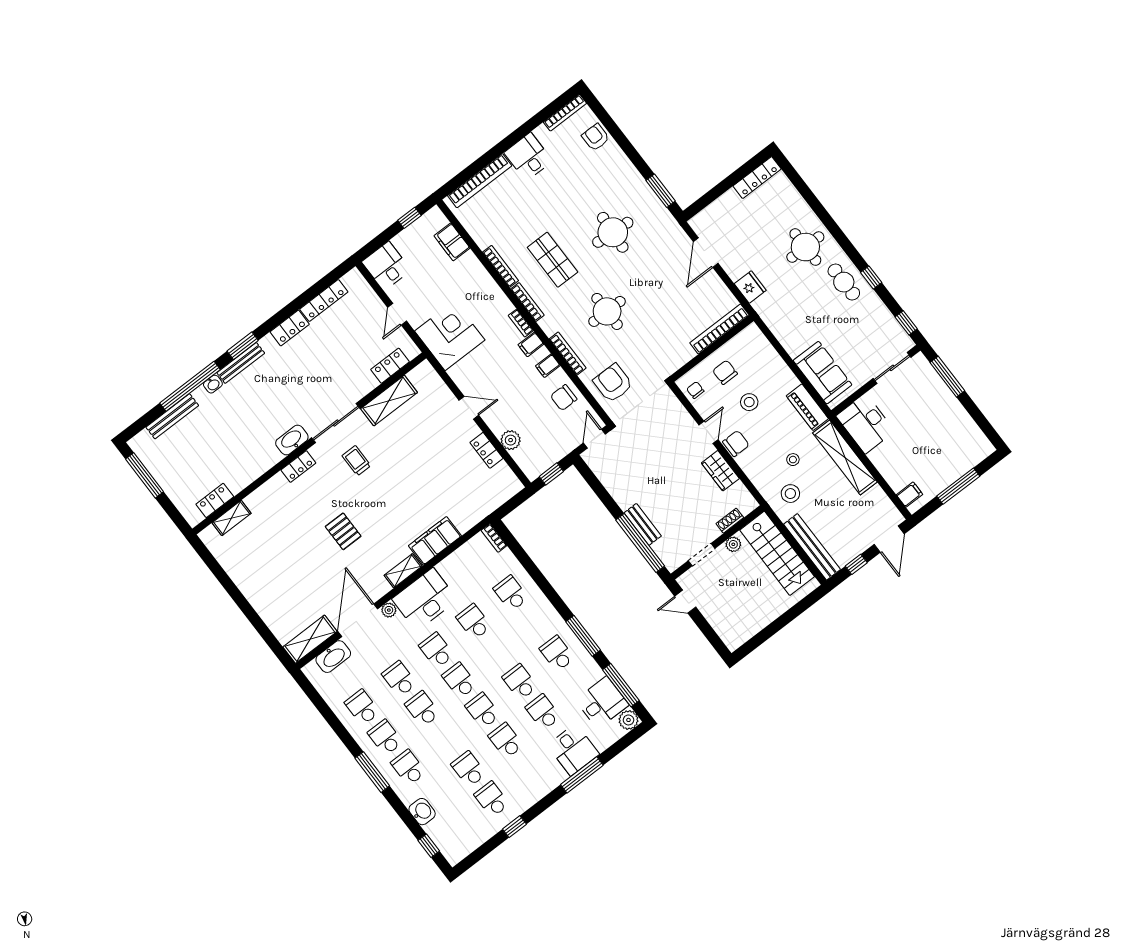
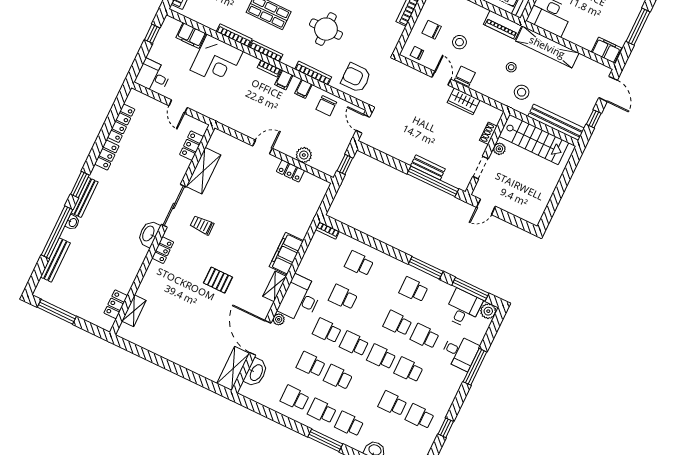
corner desk: (450, 335) -> (217, 61), moved, turned 180
filing cabinet: (909, 495) -> (606, 50), width x2.00

